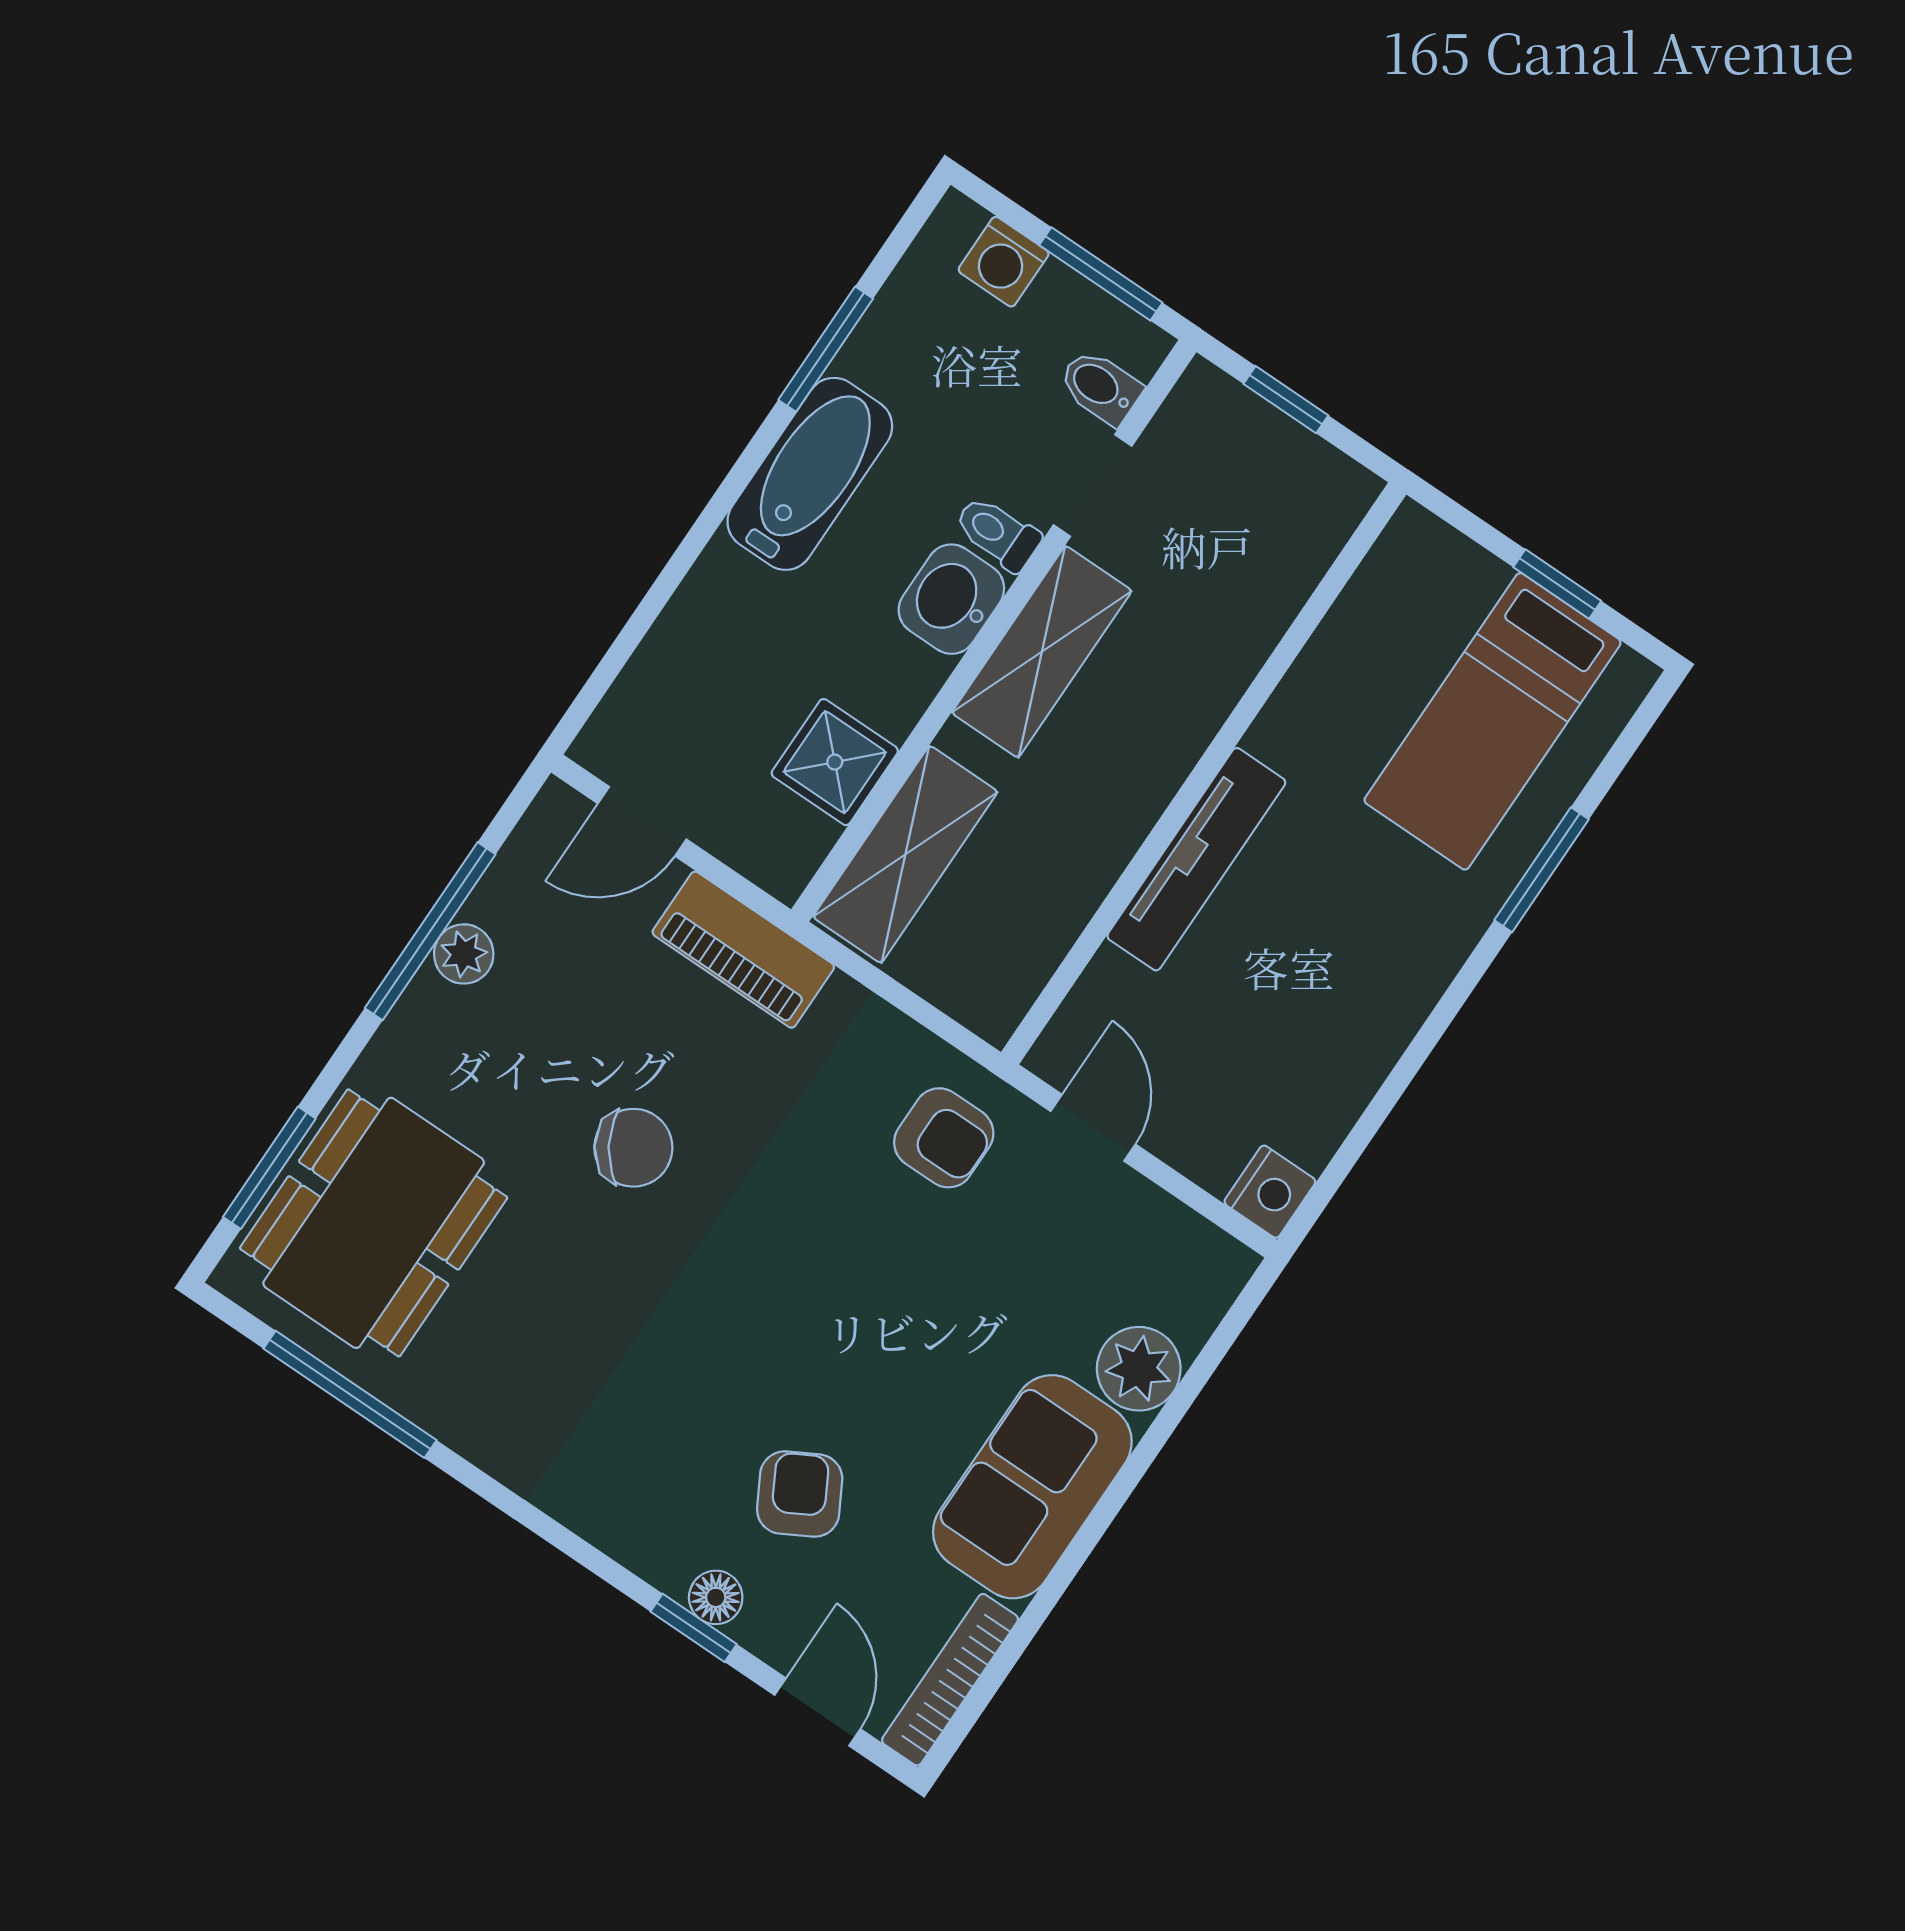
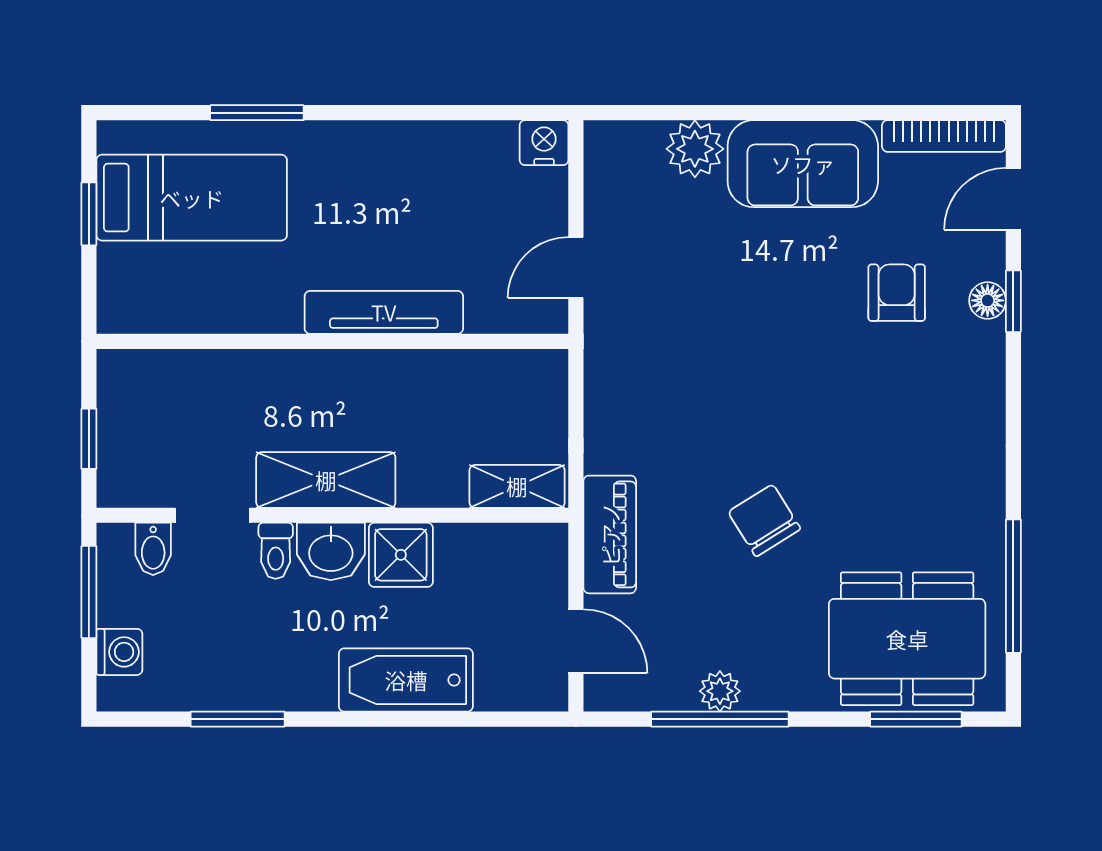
bathtub: (810, 474) -> (406, 680), moved
shower: (835, 762) -> (401, 555), moved
shelving: (905, 854) -> (517, 486), width x0.67, depth x0.75
armchair: (944, 1138) -> (639, 348), removed
armchair: (800, 1494) -> (897, 293), turned 119

